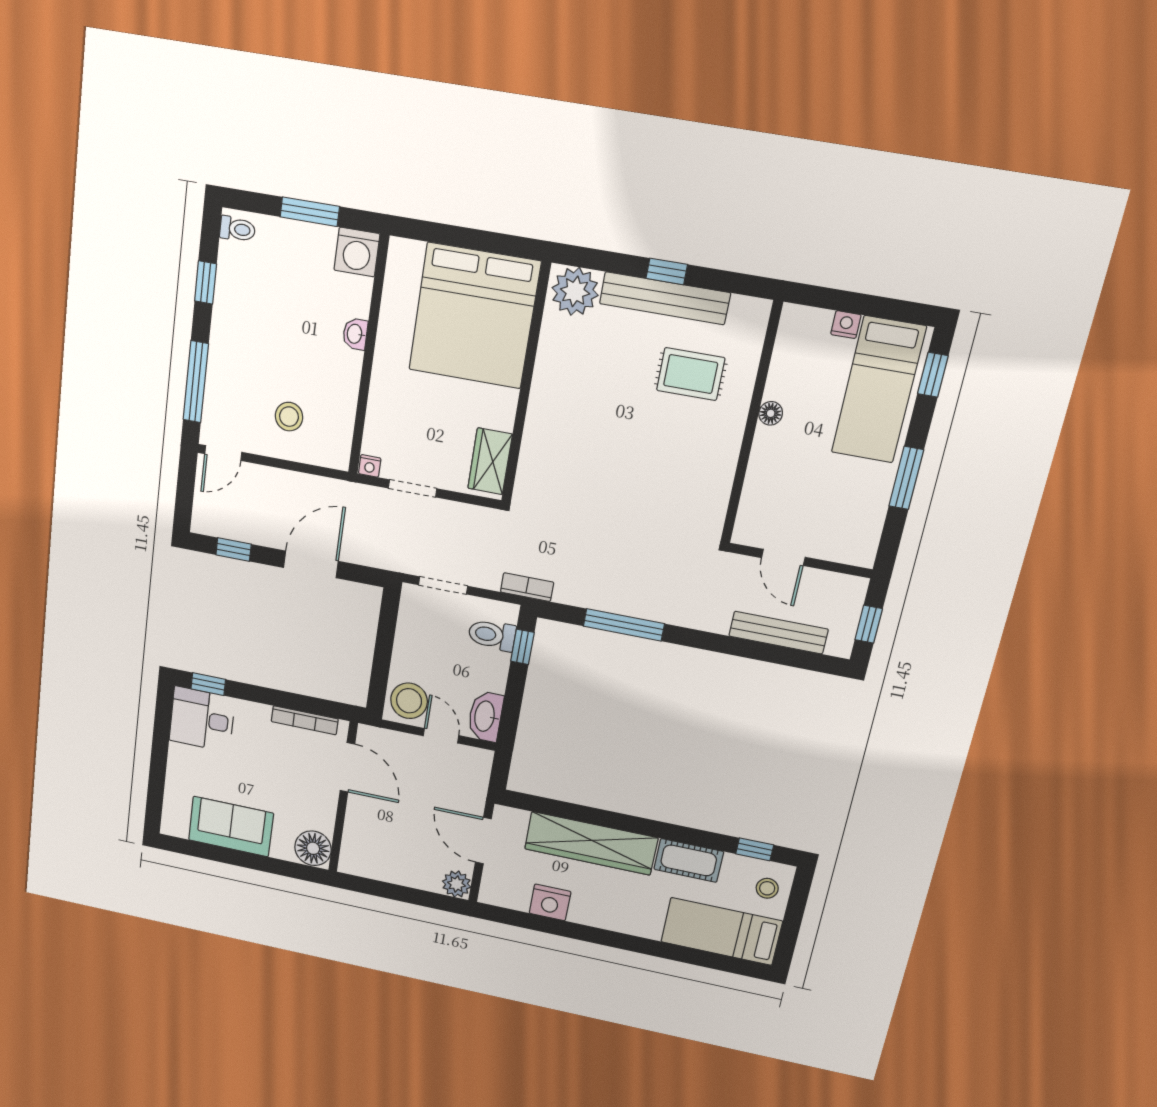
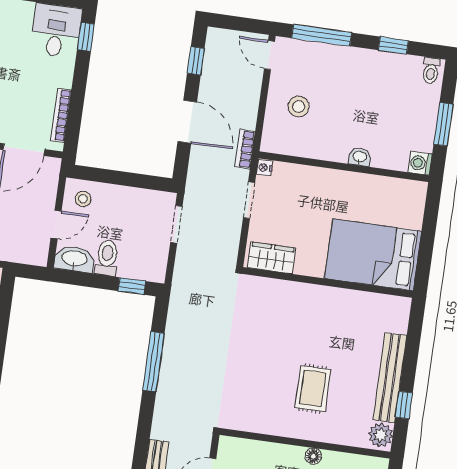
washing machine: (357, 252) -> (420, 163), width x0.73, depth x0.73
window: (667, 271) -> (404, 405), moved
plant: (575, 291) -> (381, 435), moved, width x0.73, depth x0.73
bed: (474, 316) -> (373, 255), width x0.73
rug: (691, 374) -> (313, 389), moved
bookcase: (527, 587) -> (245, 149), moved, turned 180
toilet: (492, 635) -> (107, 258), moved
stool: (409, 701) -> (83, 199), width x0.53, depth x0.53

